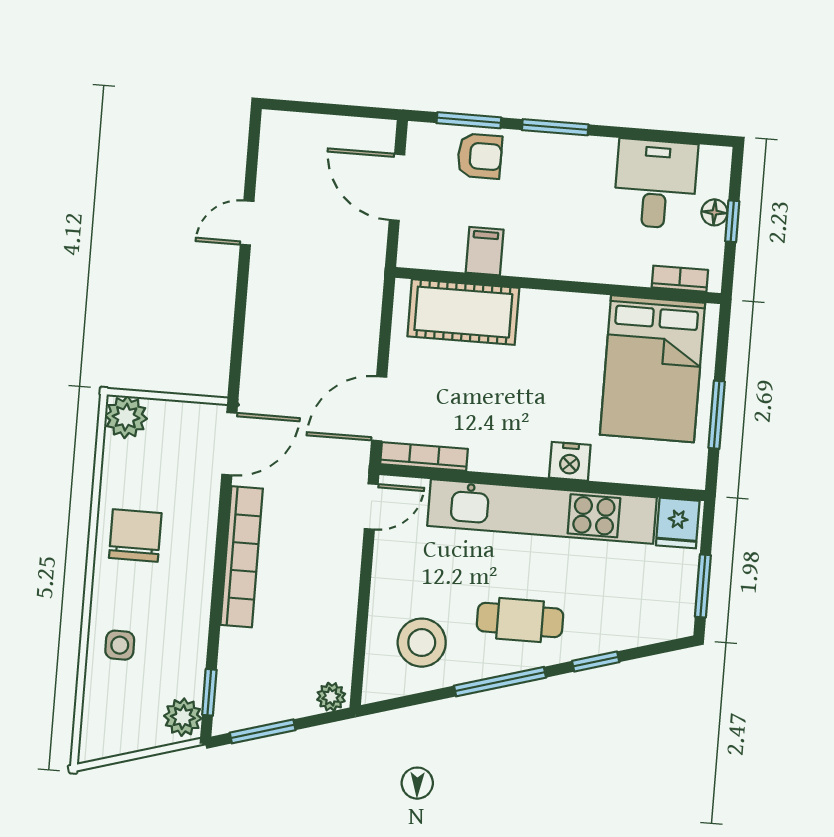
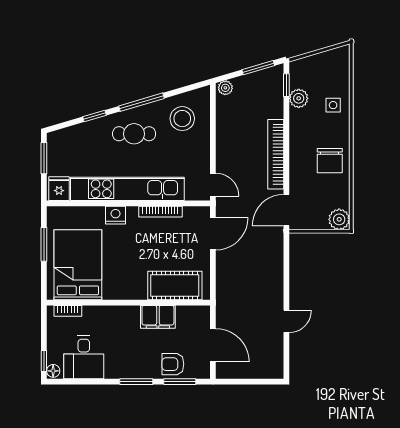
floor lamp: (714, 212) -> (53, 371), moved
window: (732, 221) -> (44, 361), moved
filing cabinet: (485, 251) -> (158, 317), width x2.00
bookcase: (424, 457) -> (160, 212), moved
door: (371, 506) -> (213, 185), swing flipped
plant: (183, 717) -> (299, 98), moved

